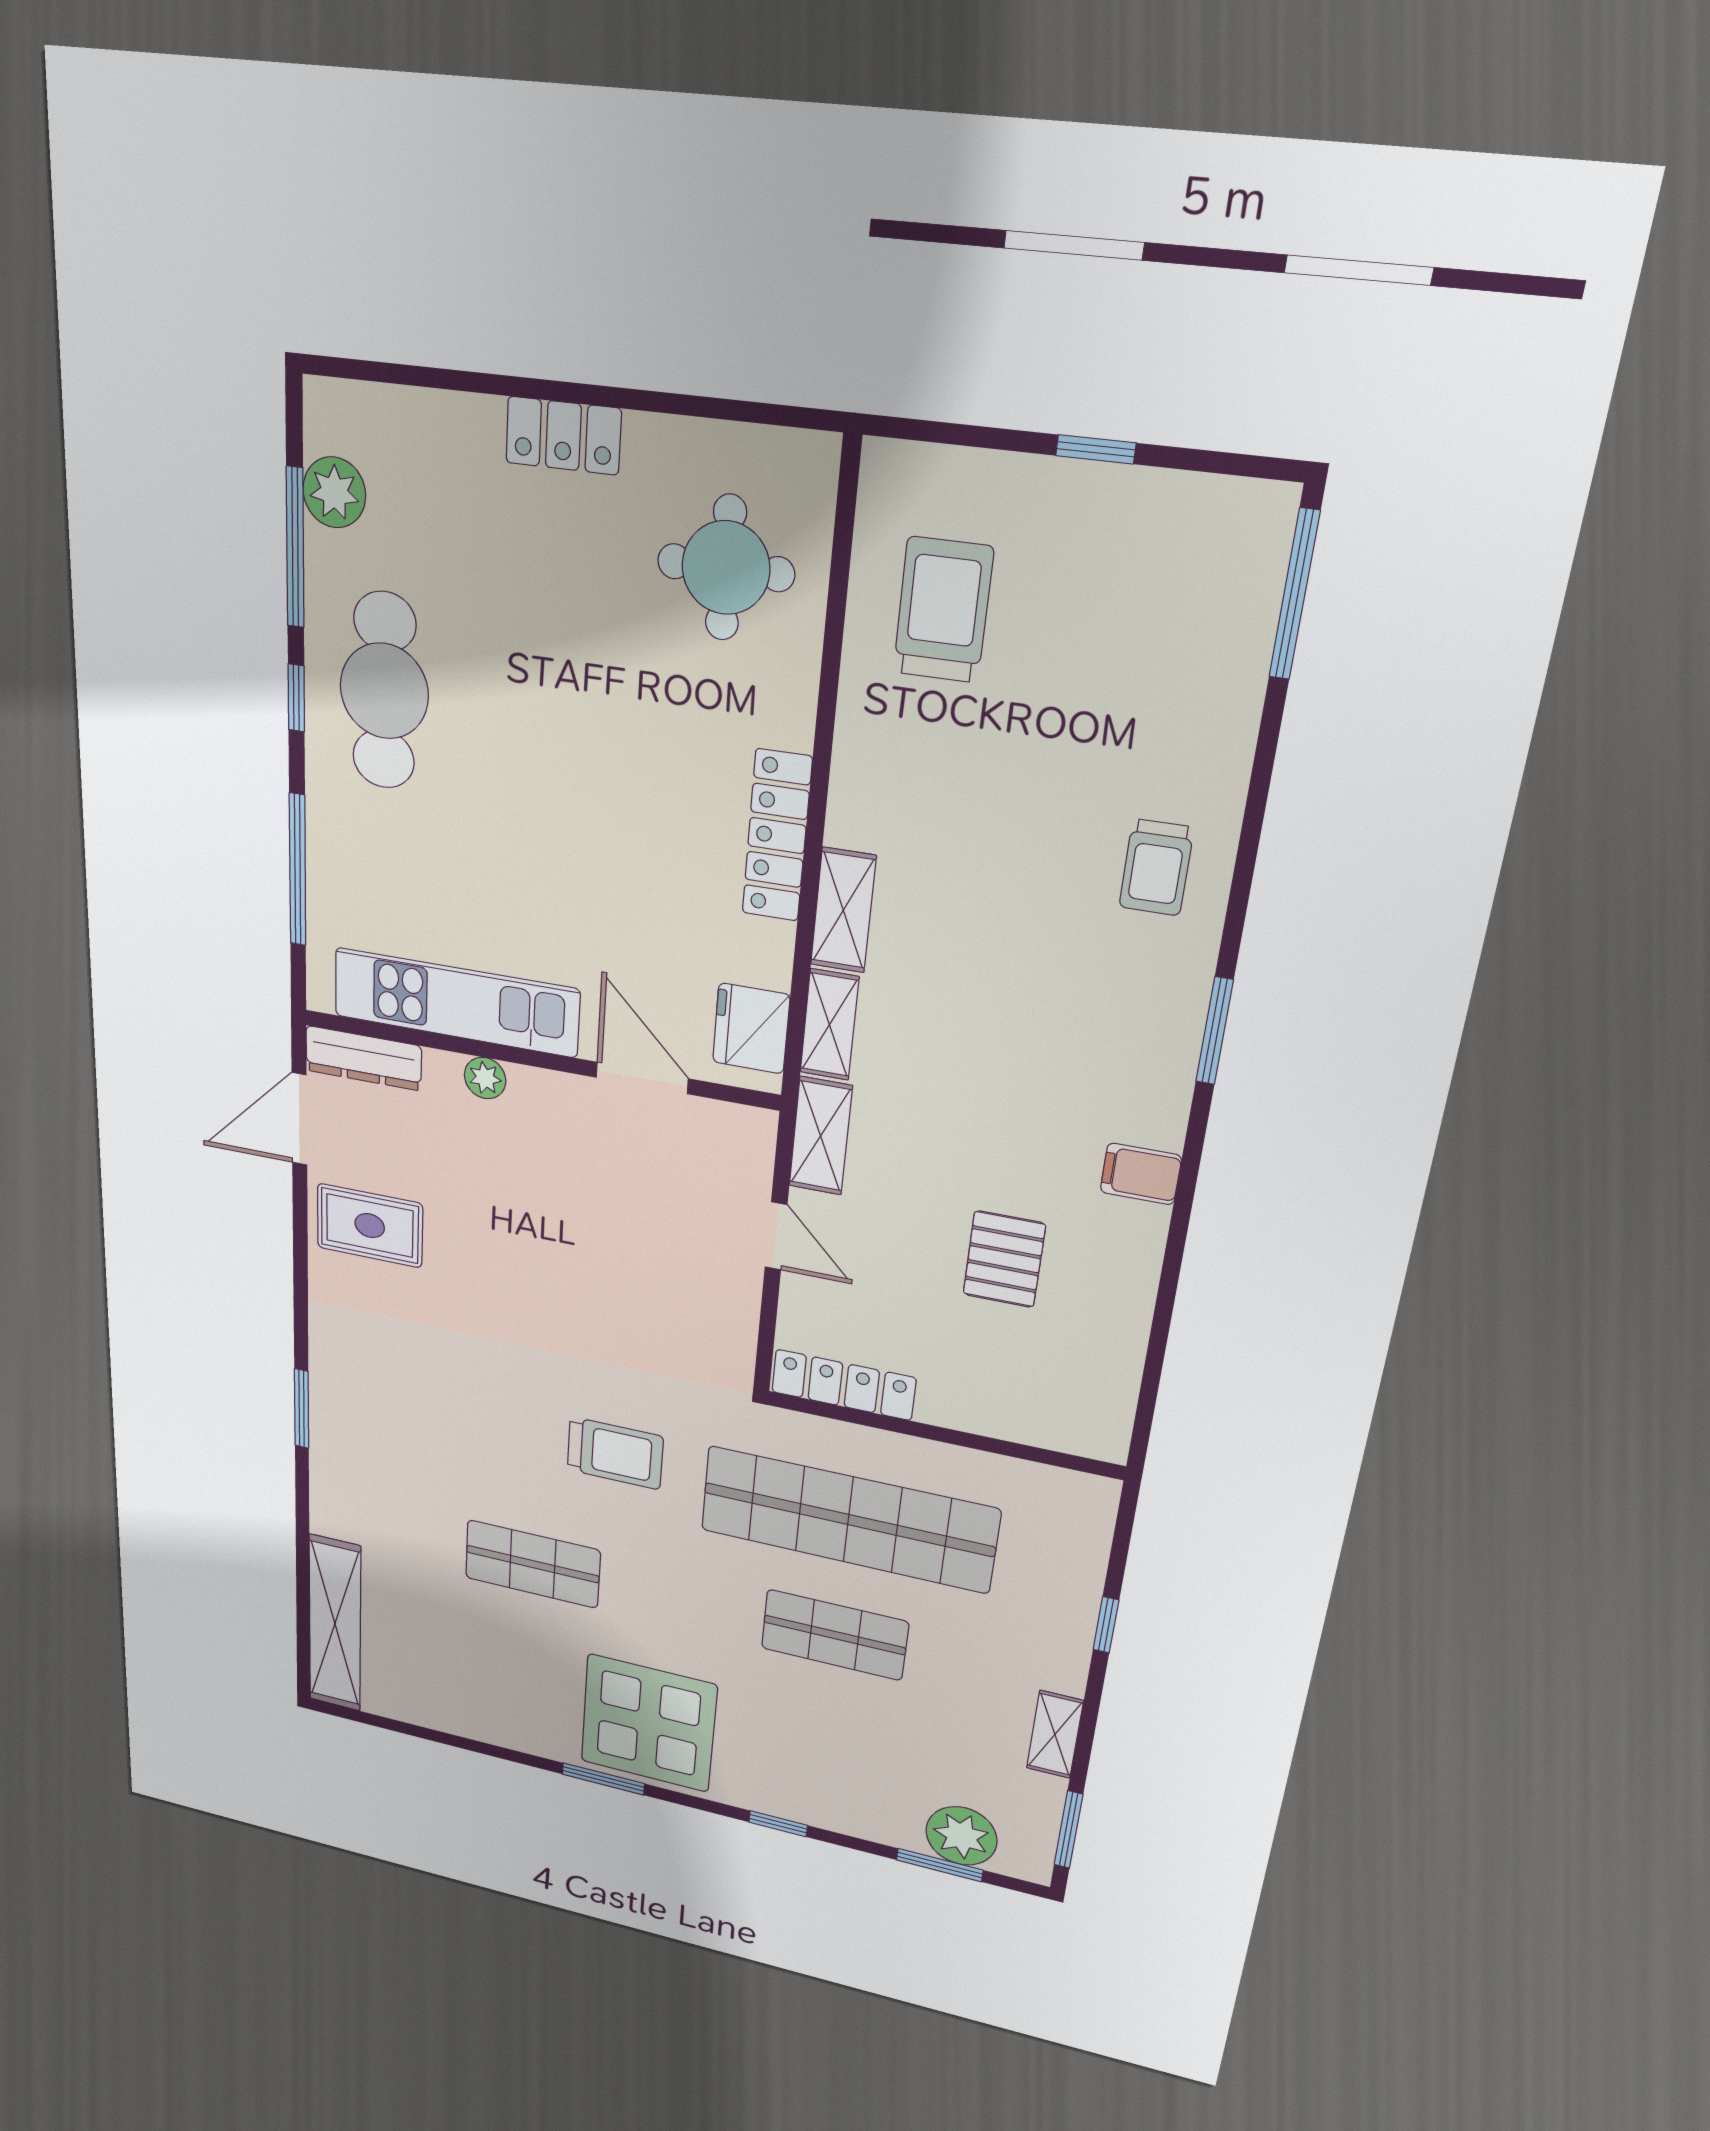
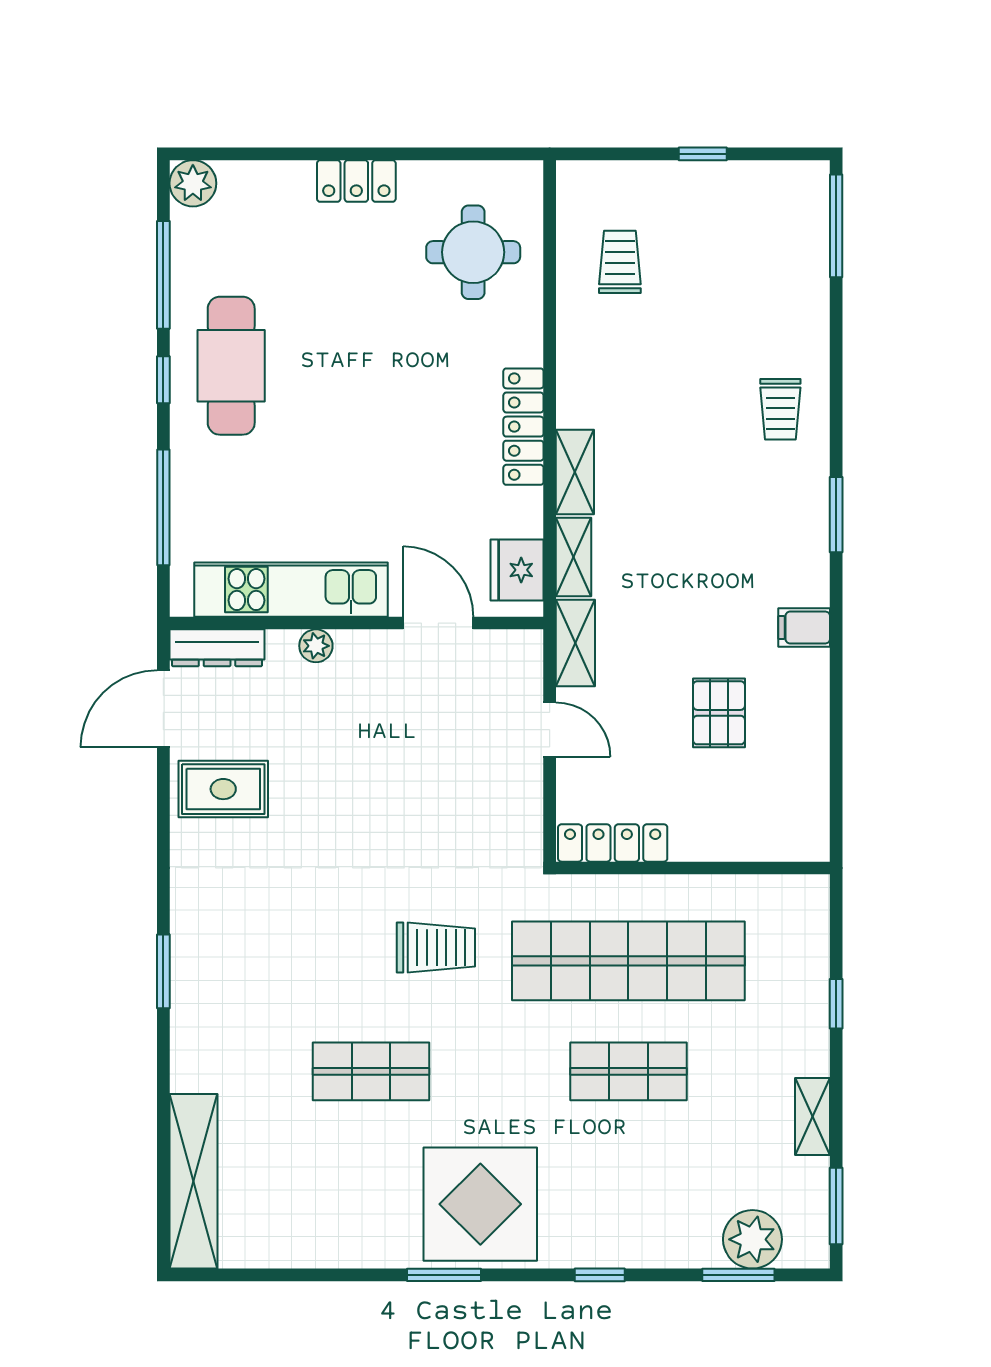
plant: (334, 492) -> (193, 183), moved
trolley: (943, 610) -> (620, 262), width x0.73, depth x0.72

